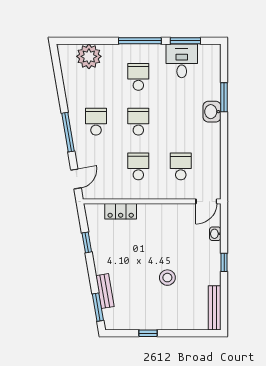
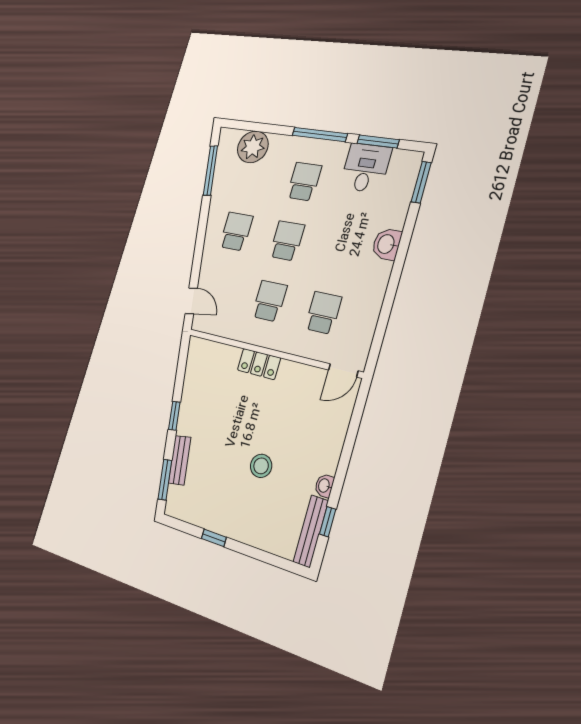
window: (224, 97) -> (421, 182), moved
window: (68, 132) -> (210, 170), moved
door: (76, 179) -> (191, 301), hinge flipped
locker: (121, 211) -> (259, 364), moved
washbasin: (215, 234) -> (324, 486), moved
window: (87, 242) -> (174, 416), moved
window: (224, 262) -> (328, 522), moved

